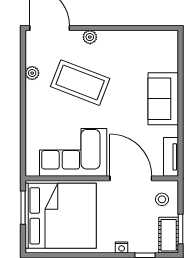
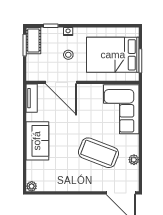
plant: (90, 37) -> (32, 186), moved
corner sofa: (73, 152) -> (121, 109), moved, turned 90
stool: (162, 199) -> (68, 55), moved
bed: (61, 216) -> (113, 55), width x0.73

